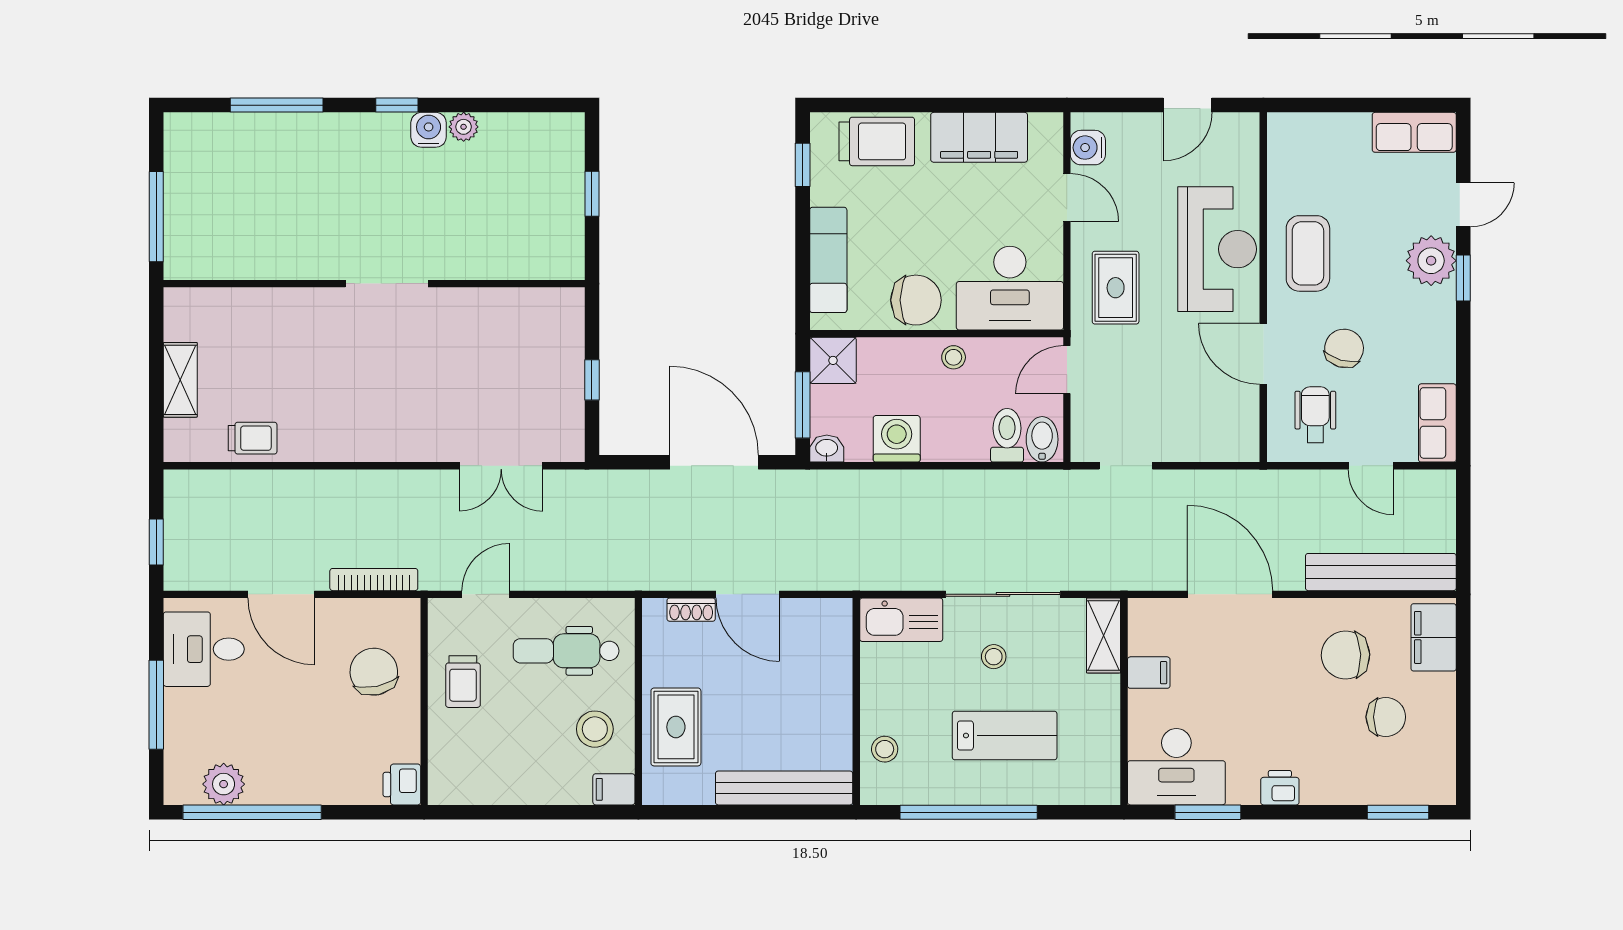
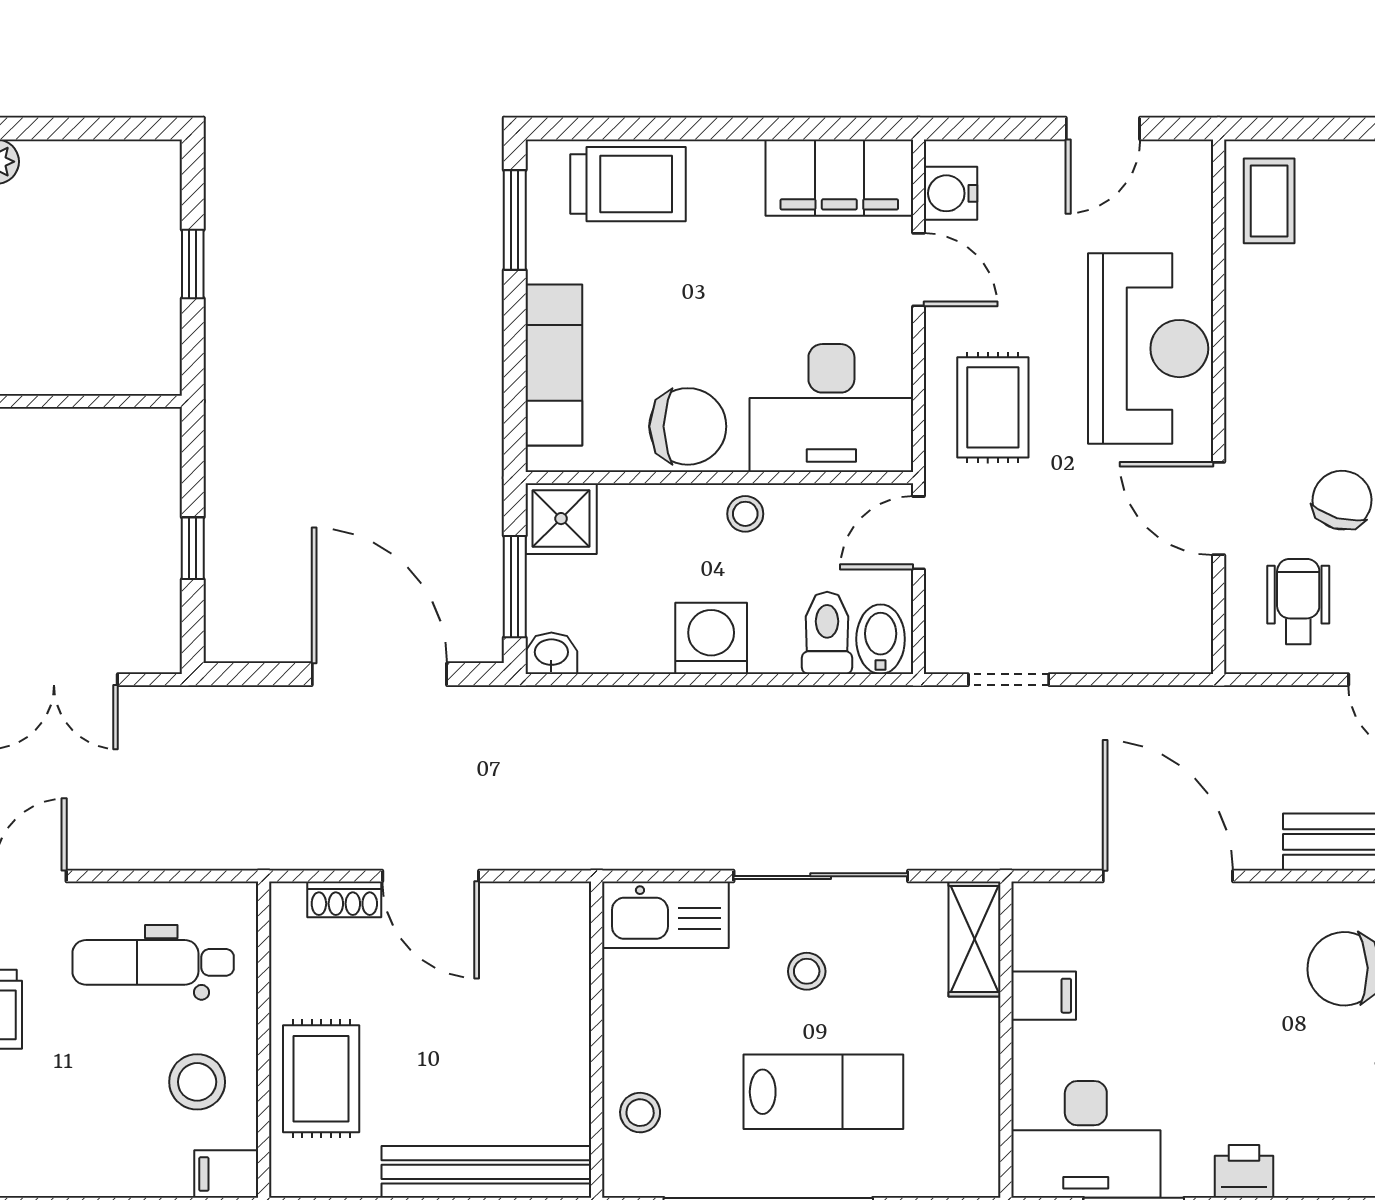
filing cabinet: (979, 137) -> (839, 178), moved
window: (803, 165) -> (515, 220), width x1.50
coffee table: (1308, 253) -> (1269, 201), moved, width x0.73, depth x0.77
washing machine: (897, 439) -> (711, 638), moved

